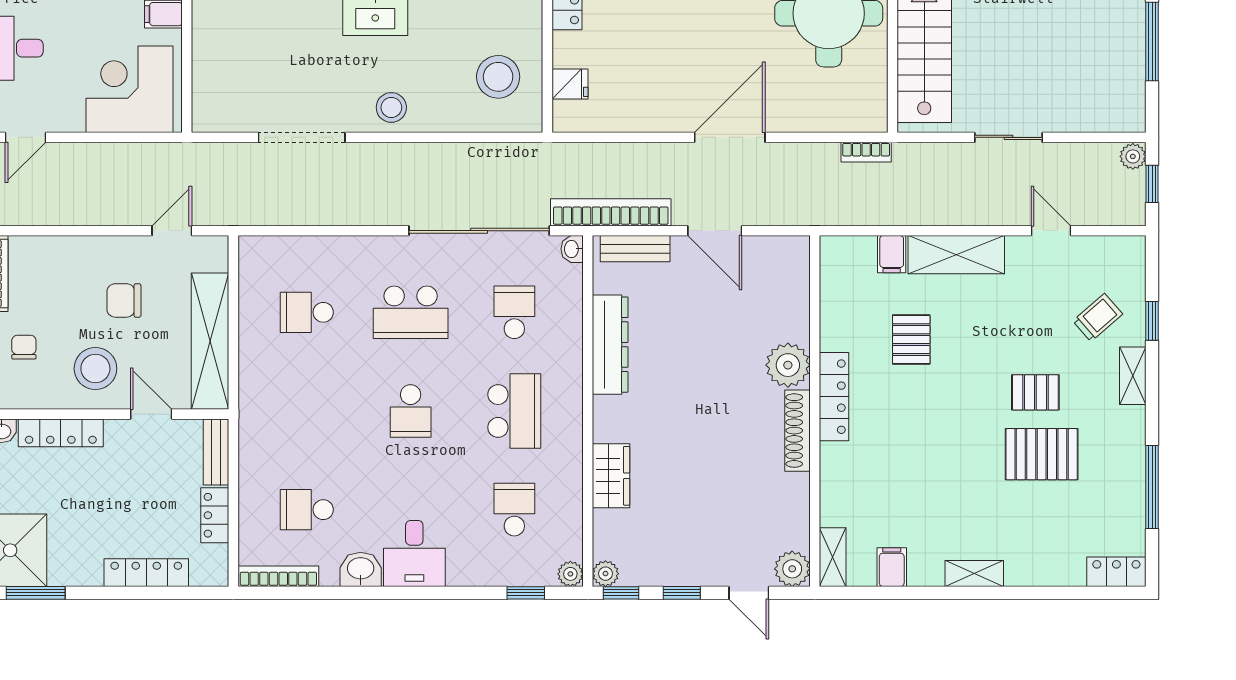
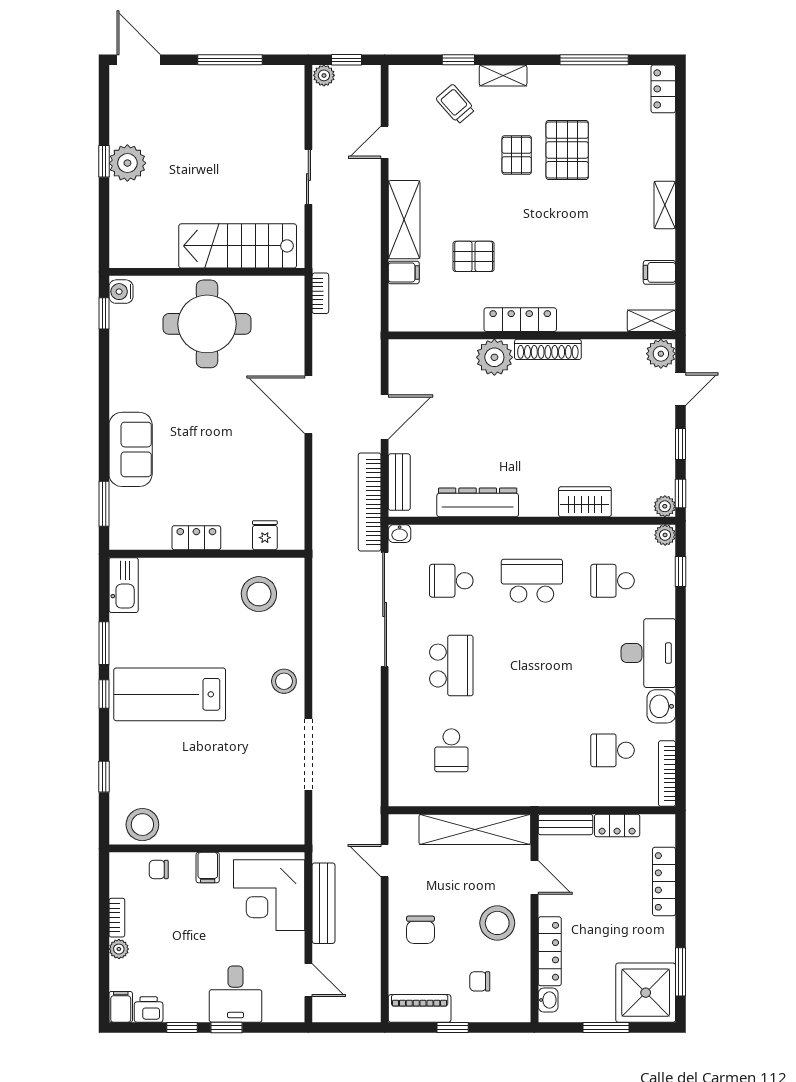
bench: (120, 156) -> (324, 903), added
chair: (124, 300) -> (421, 930), moved
school desk: (411, 411) -> (532, 666), removed
door: (151, 414) -> (534, 877), swing flipped
school desk: (307, 510) -> (613, 750), turned 90
desk: (414, 553) -> (648, 653), width x1.37

